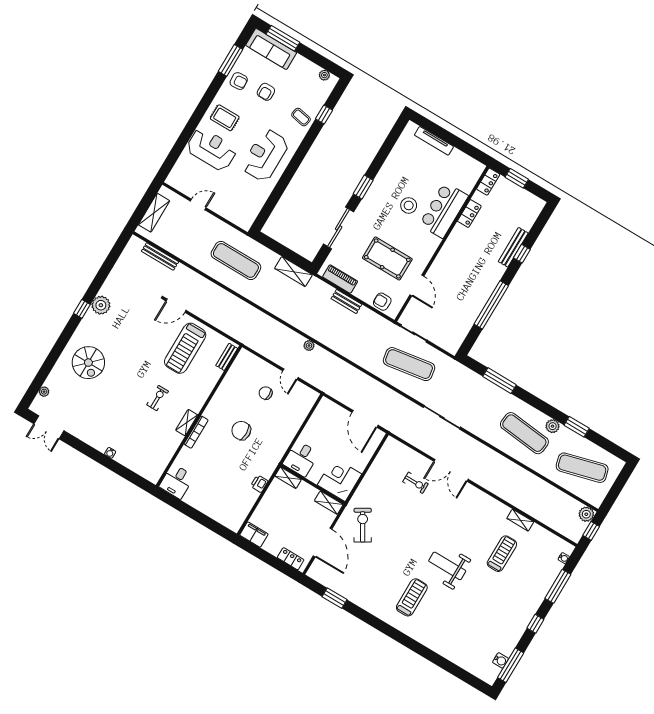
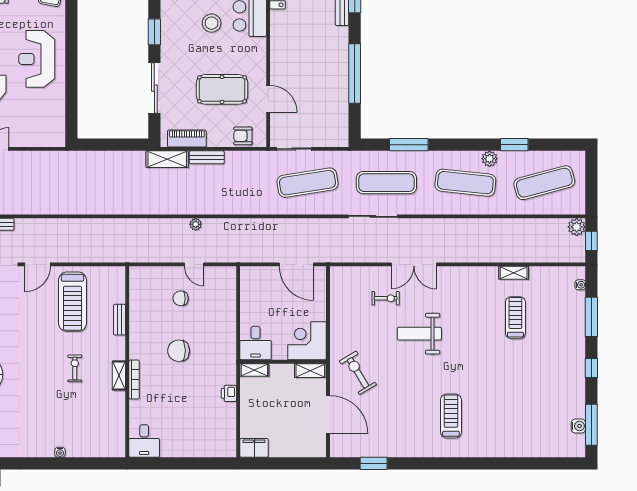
exercise mat: (236, 260) -> (386, 183), moved
shelving: (293, 272) -> (167, 159), moved
bench: (227, 357) -> (120, 320), moved
locker: (291, 559) -> (306, 450), removed
weight bench: (447, 566) -> (419, 334), moved

